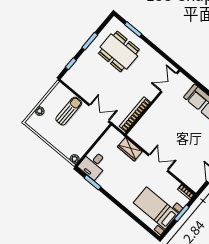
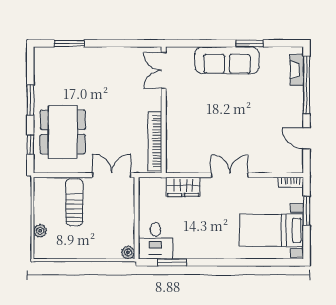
dining table: (119, 51) -> (63, 132), moved, turned 90

